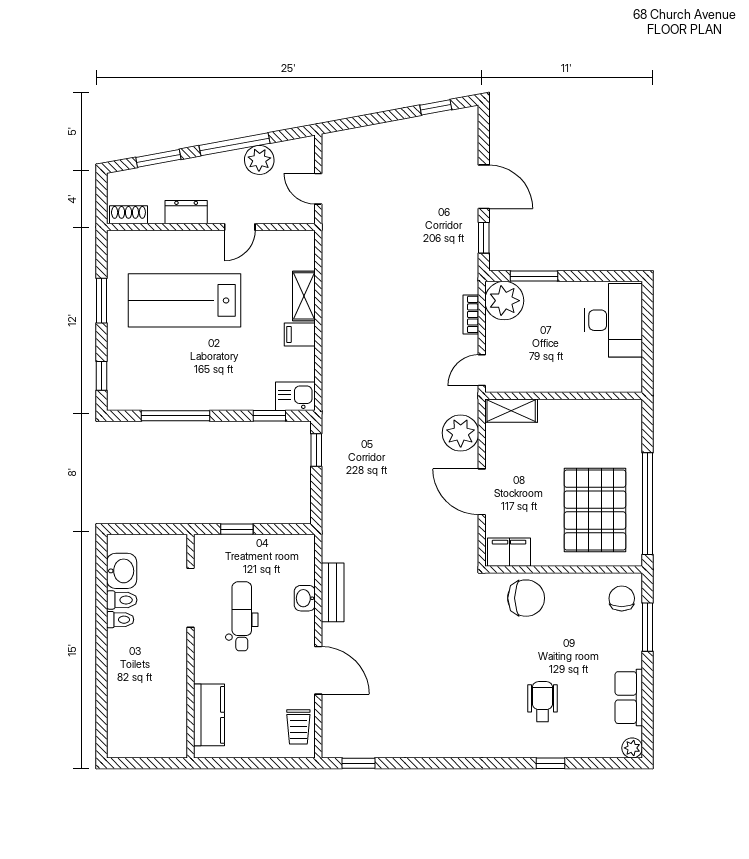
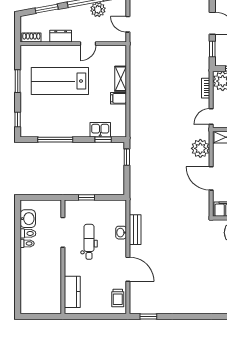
kitchen sink: (295, 396) -> (100, 130), moved

